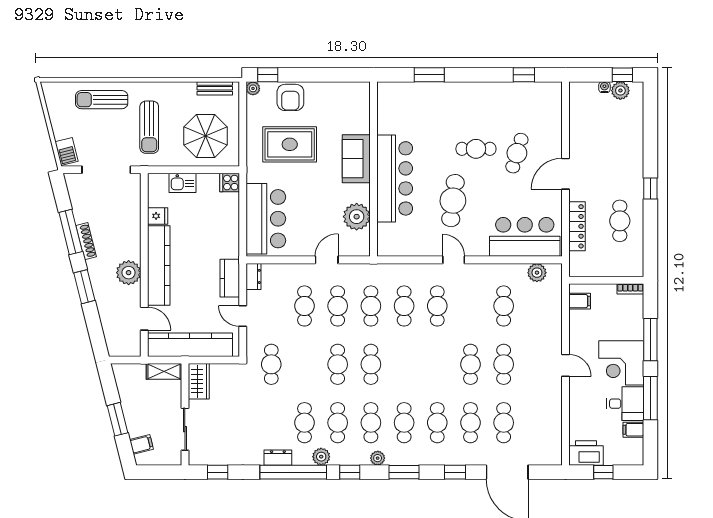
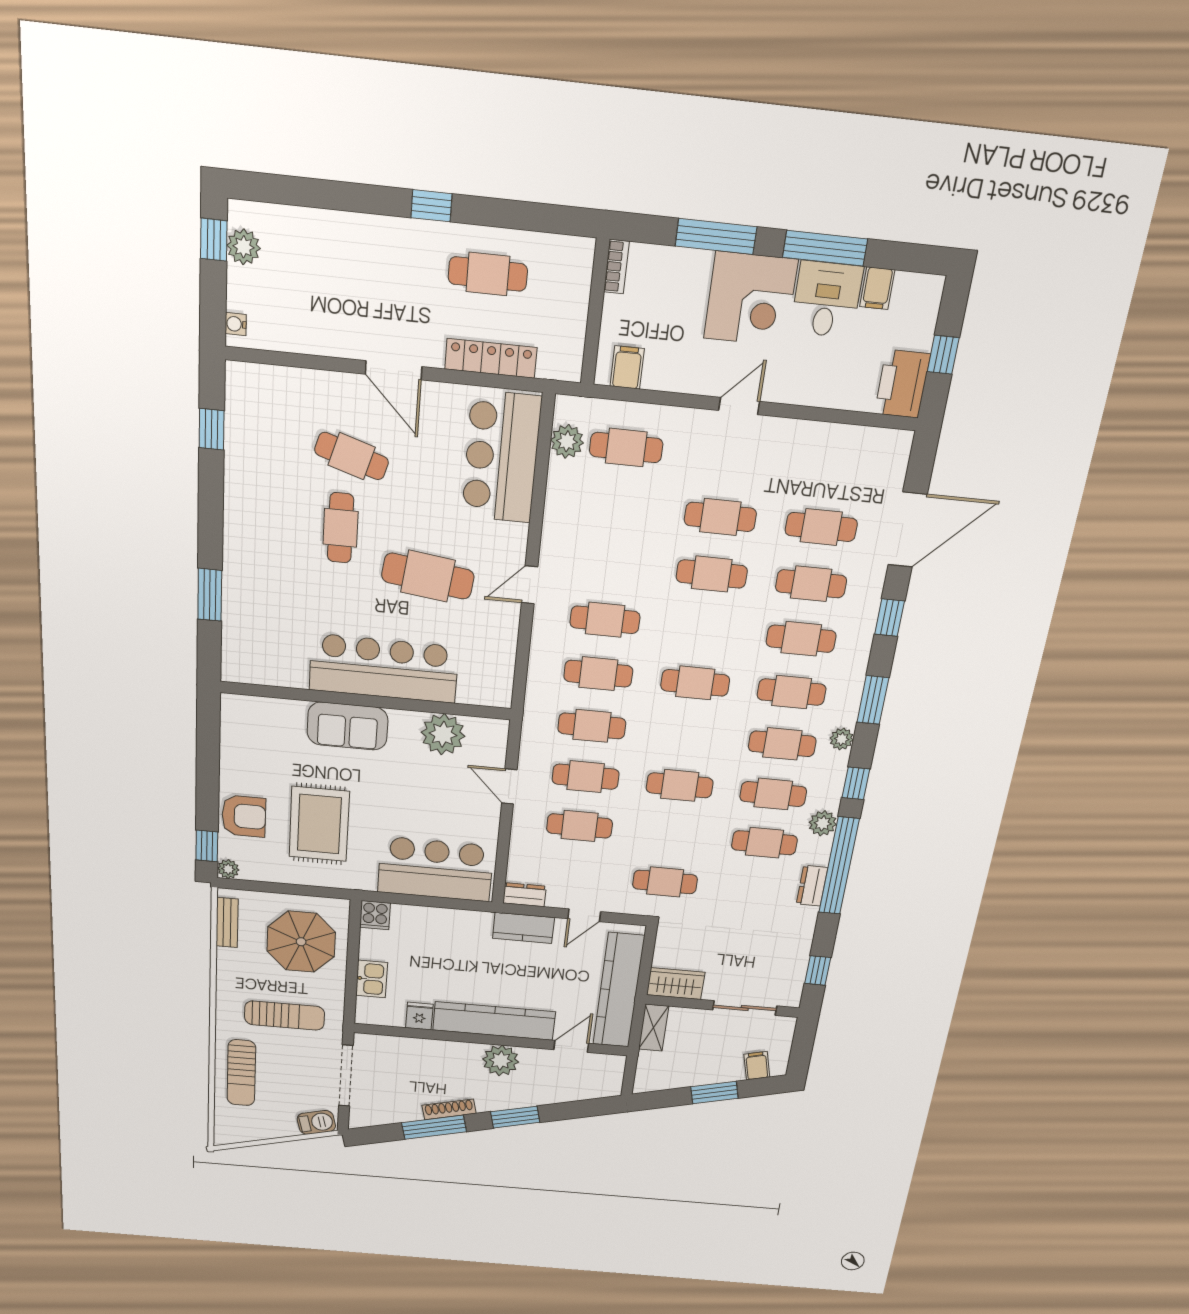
water cooler: (604, 87) -> (236, 324), moved
cafe table: (504, 306) -> (626, 447), moved
cafe table: (371, 364) -> (695, 683), moved

